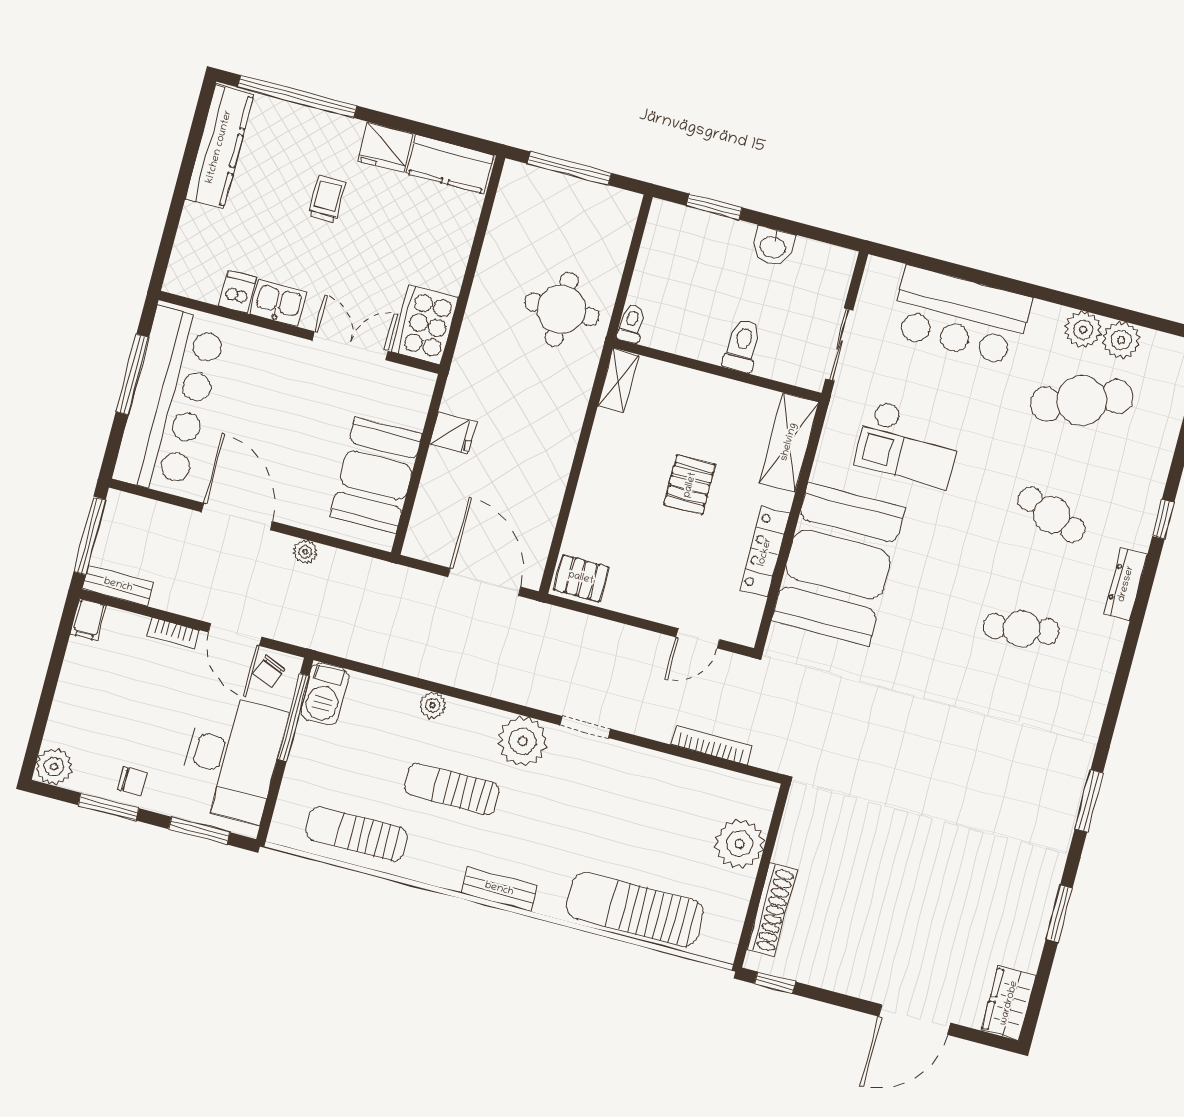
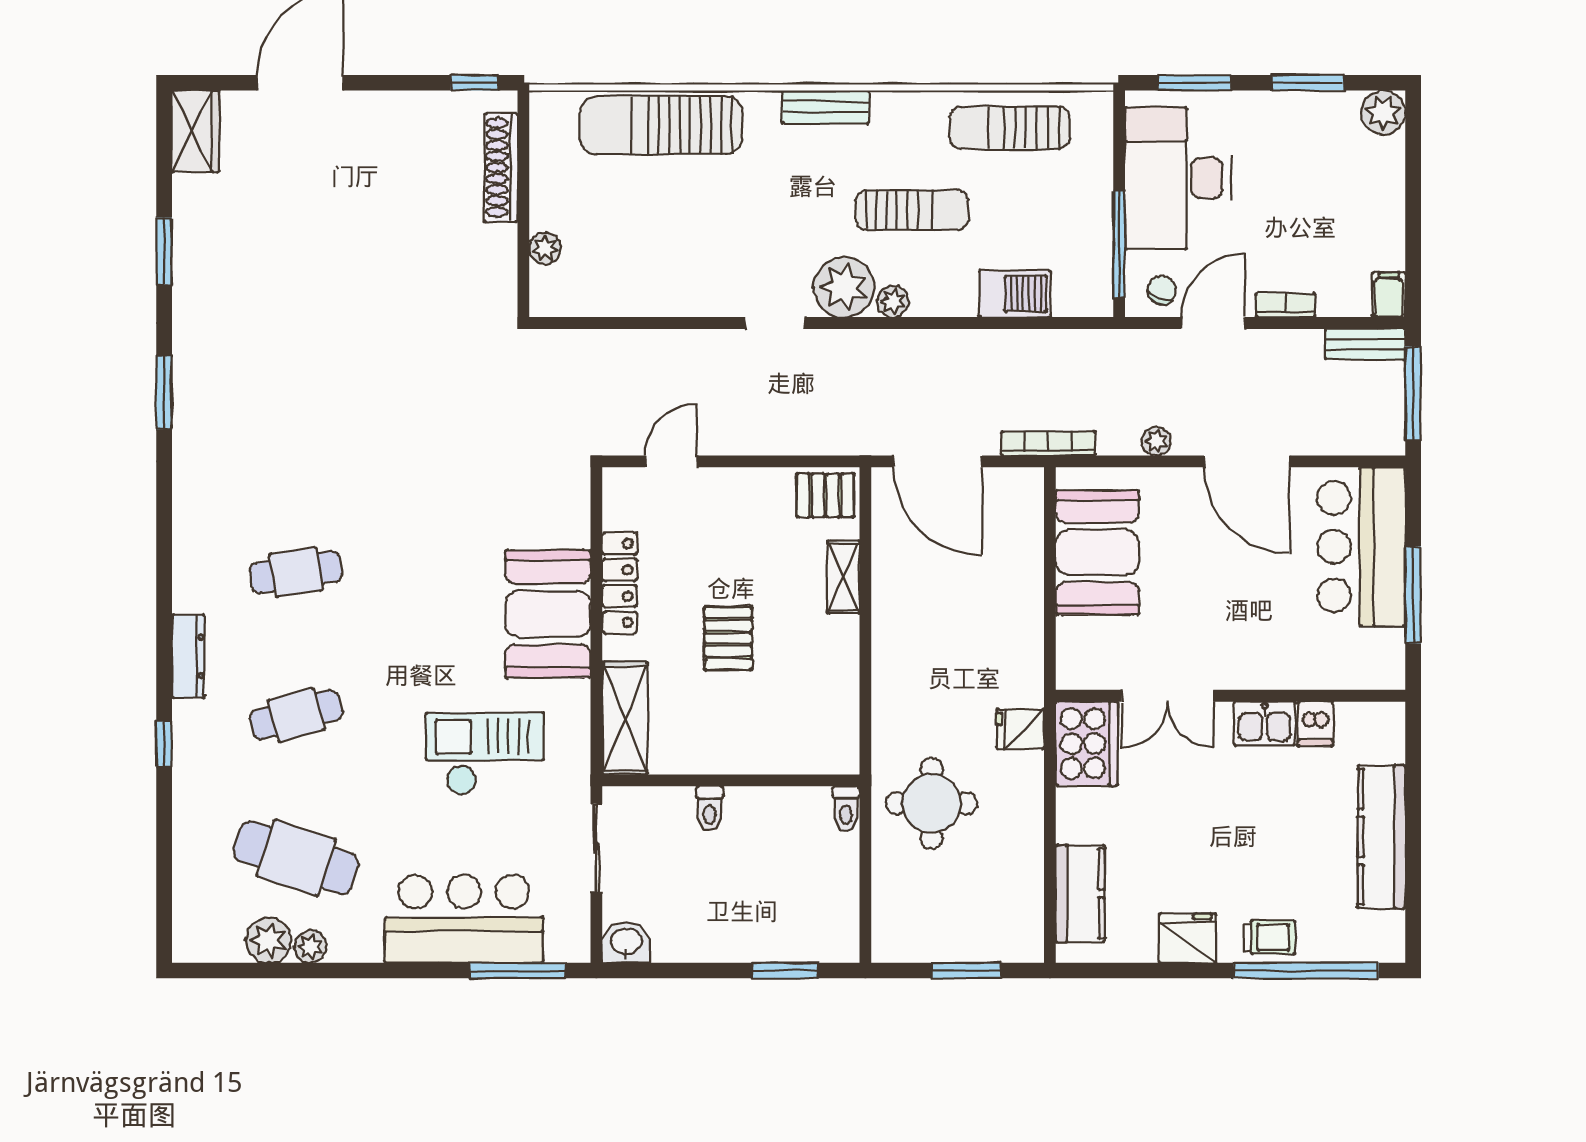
kitchen counter: (219, 147) -> (1381, 837), moved
kitchen counter: (450, 164) -> (1080, 894), moved, turned 90
window: (569, 168) -> (966, 971), width x0.69
trolley: (327, 199) -> (1270, 937), moved, turned -90
washbasin: (773, 246) -> (626, 942), moved
window: (928, 263) -> (518, 971), added
plant: (1083, 330) -> (310, 947), width x0.73, depth x0.73
toilet: (742, 345) -> (710, 808), width x0.73, depth x0.72
shelving: (618, 380) -> (843, 577), moved
cafe table: (1082, 400) -> (296, 858), turned 39
bar counter: (170, 401) -> (1361, 547), width x0.73
fridge: (453, 433) -> (1020, 729), moved
cafe table: (1051, 515) -> (296, 715), turned -36
booth: (838, 564) -> (548, 614), width x0.73, depth x0.70
door: (235, 634) -> (1213, 323), hinge flipped
barbecue: (325, 694) -> (1015, 294), moved, turned 90
plant: (433, 705) -> (893, 301), moved
bookcase: (711, 745) -> (1048, 443), moved, turned 180
chair: (132, 781) -> (1287, 120), removed
sun lounger: (356, 834) -> (1010, 128), turned 180
plant: (739, 844) -> (545, 248), width x0.53, depth x0.53
sun lounger: (635, 909) -> (661, 125), turned 180

